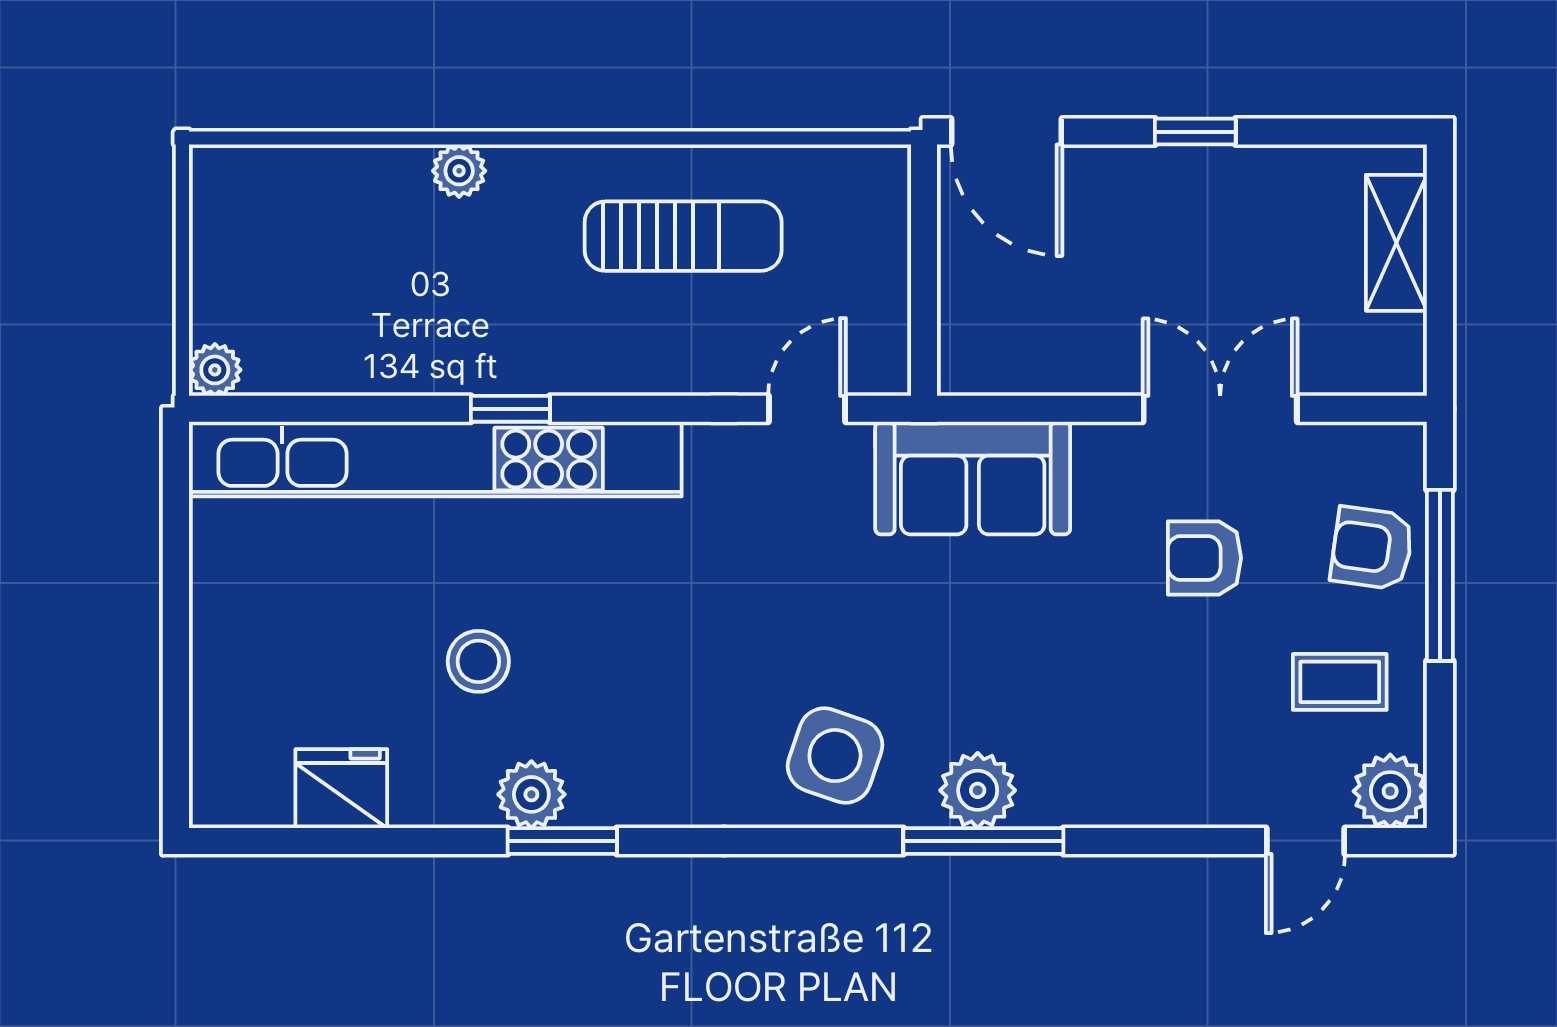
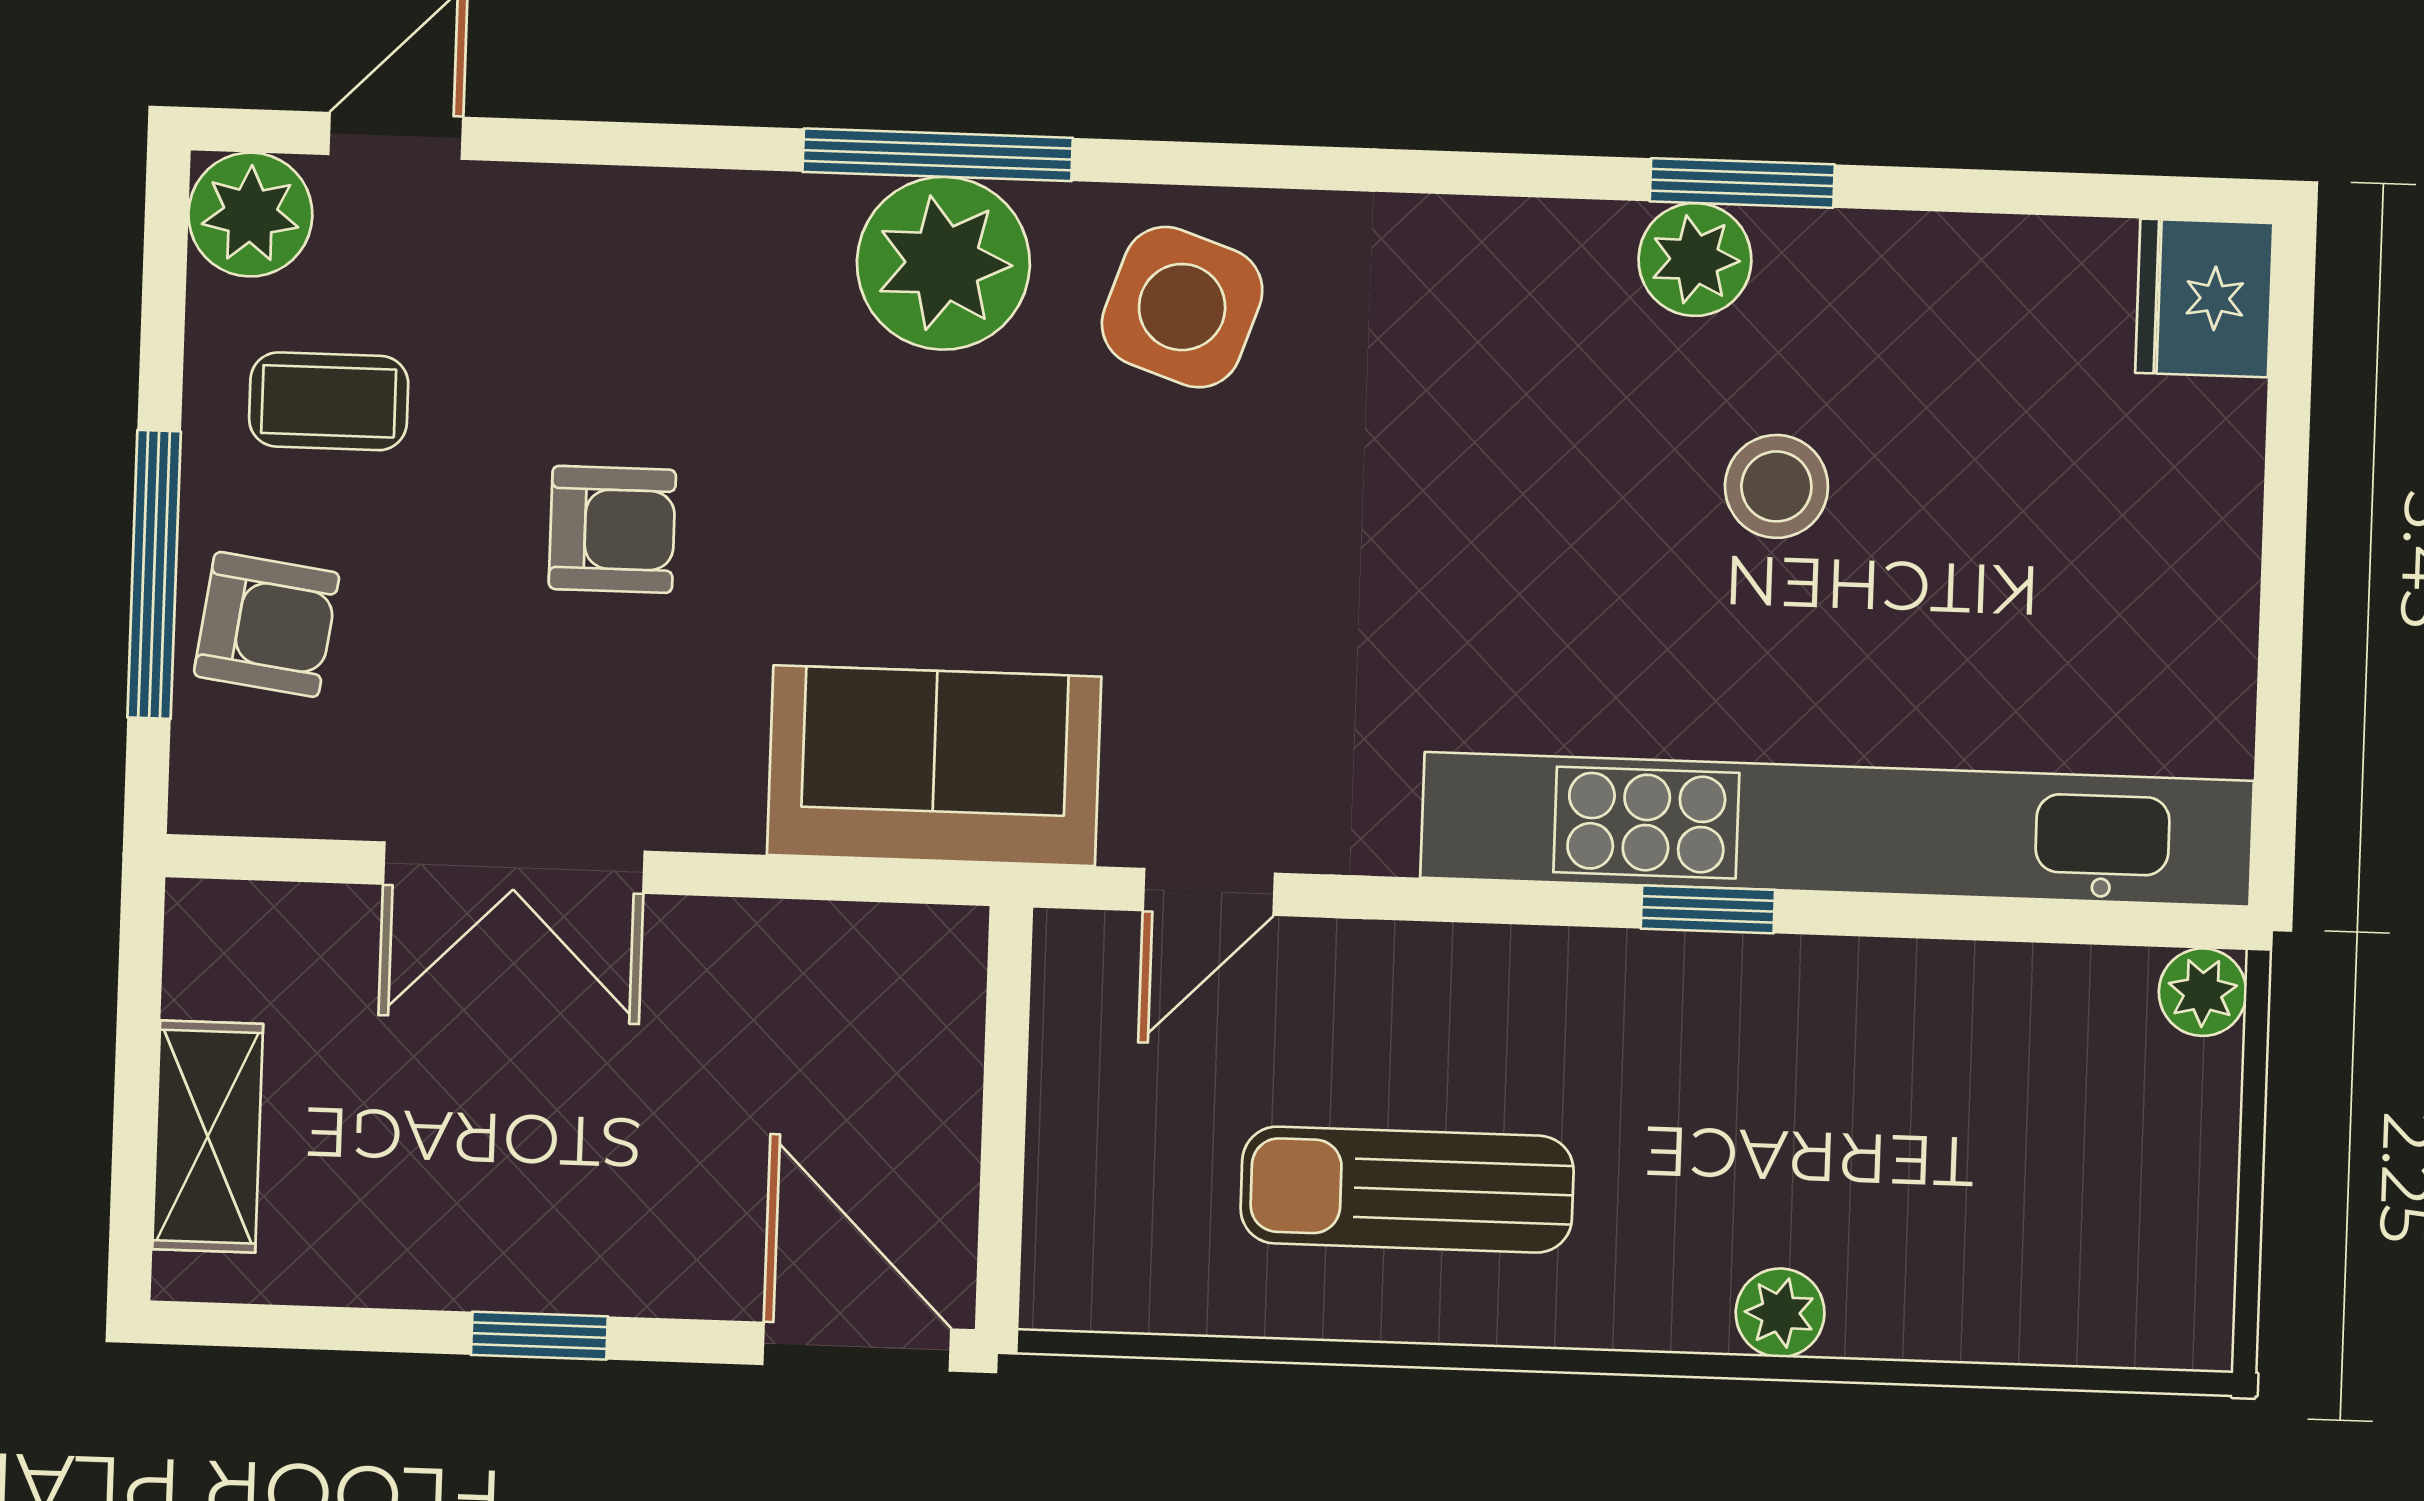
armchair: (1204, 558) -> (612, 529), moved
fridge: (341, 789) -> (2204, 298), moved, turned 90
plant: (978, 790) -> (943, 263), width x1.36, depth x1.36
window: (562, 841) -> (1742, 183), moved

